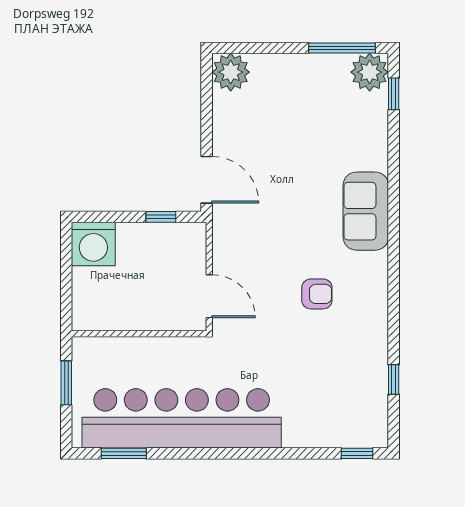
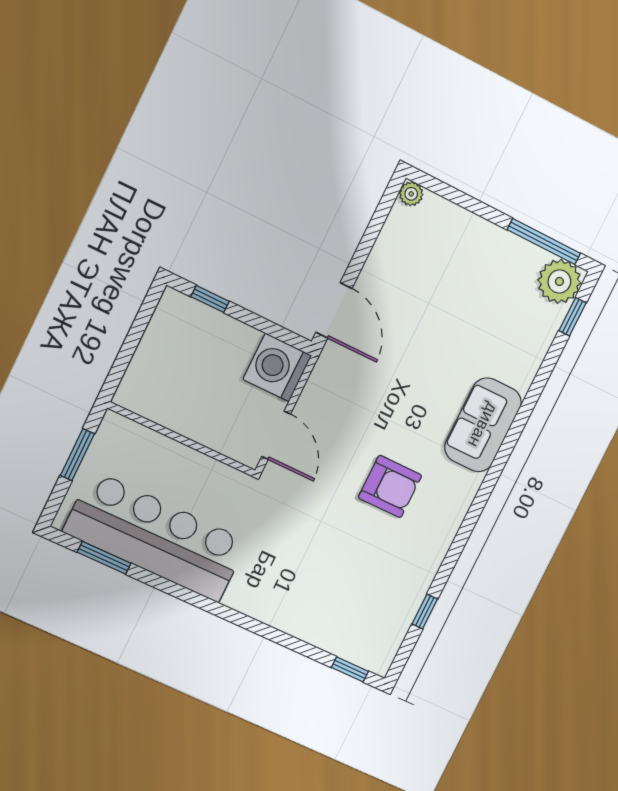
plant: (231, 72) -> (411, 194), width x0.53, depth x0.53
window: (161, 217) -> (210, 299), moved
washing machine: (93, 244) -> (277, 367), moved, turned 90
armchair: (317, 294) -> (390, 487), width x1.38, depth x1.38
bar counter: (182, 418) -> (156, 537), width x0.73

